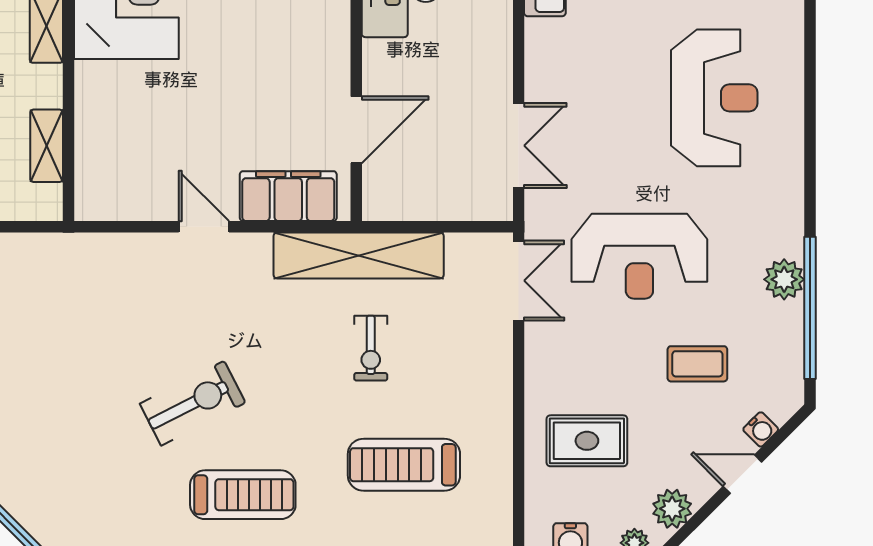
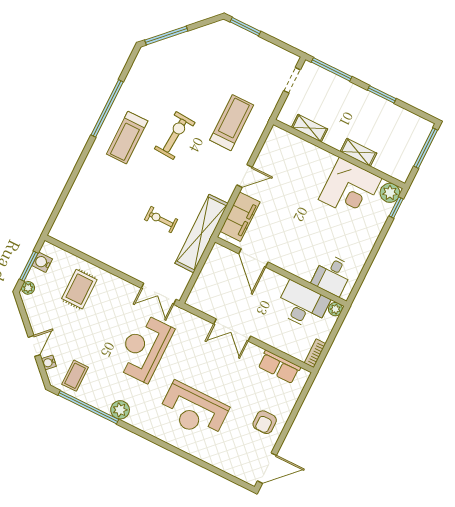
double door: (519, 146) -> (232, 330), moved
plant: (784, 279) -> (120, 410), moved
coffee table: (697, 364) -> (75, 376), moved
exercise bike: (193, 403) -> (175, 136), turned -149
treadmill: (404, 465) -> (232, 123), moved
plant: (672, 509) -> (34, 310), removed

